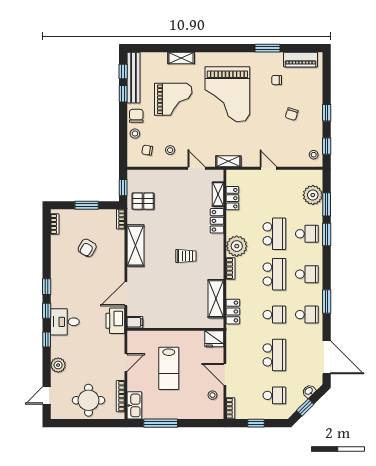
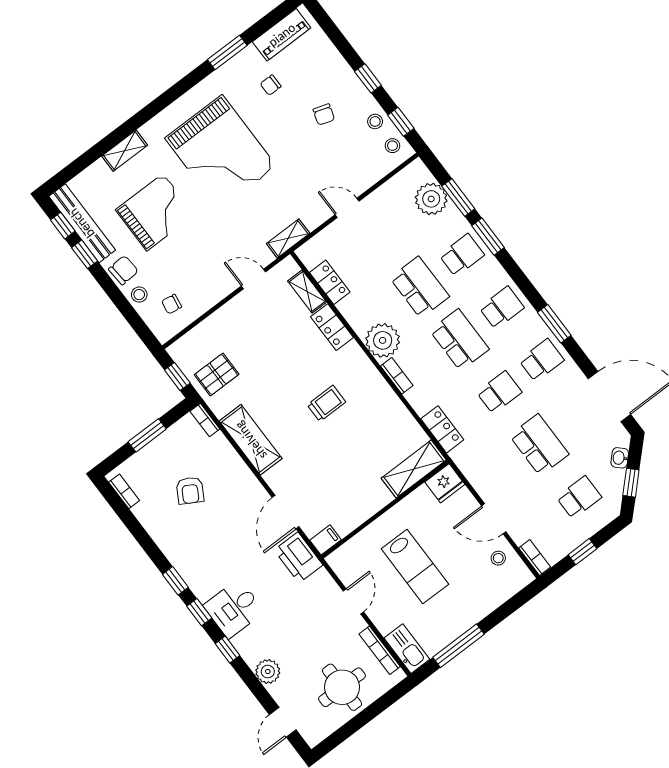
chair: (136, 116) -> (123, 270), turned 86
stool: (170, 150) -> (375, 121), moved
shelving: (216, 299) -> (414, 469), moved, turned 90

